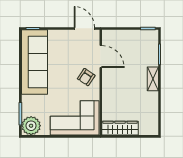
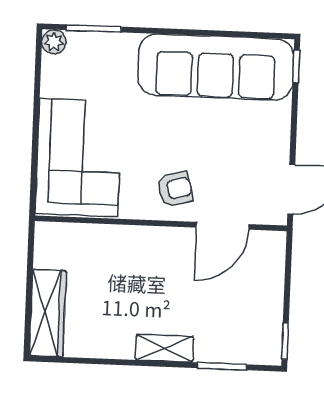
armchair: (86, 77) -> (175, 189), turned 131
plant: (31, 126) -> (54, 42), width x0.53, depth x0.53
wardrobe: (120, 128) -> (48, 313), moved

